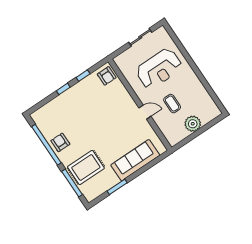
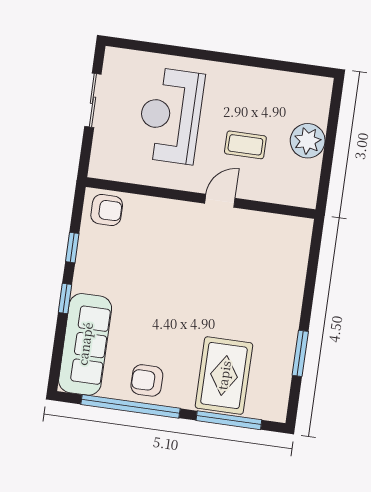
reception desk: (159, 69) -> (171, 116), turned 180
sofa: (135, 160) -> (85, 344), moved, turned 180

